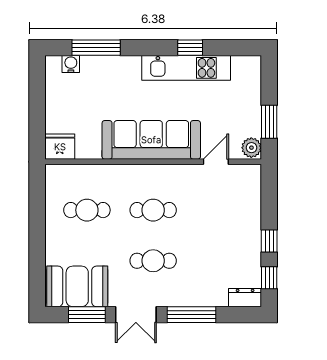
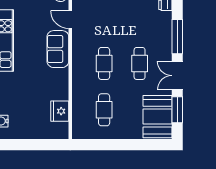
sofa: (151, 140) -> (58, 49), width x0.54, depth x0.79
fridge: (60, 147) -> (60, 111), moved
double door: (136, 315) -> (177, 76), swing flipped

